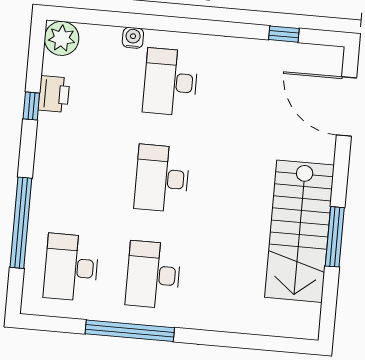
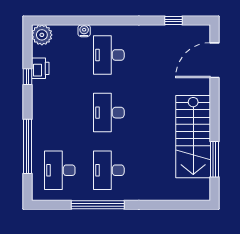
door: (346, 107) -> (214, 60), hinge flipped
window: (335, 237) -> (214, 159), moved

